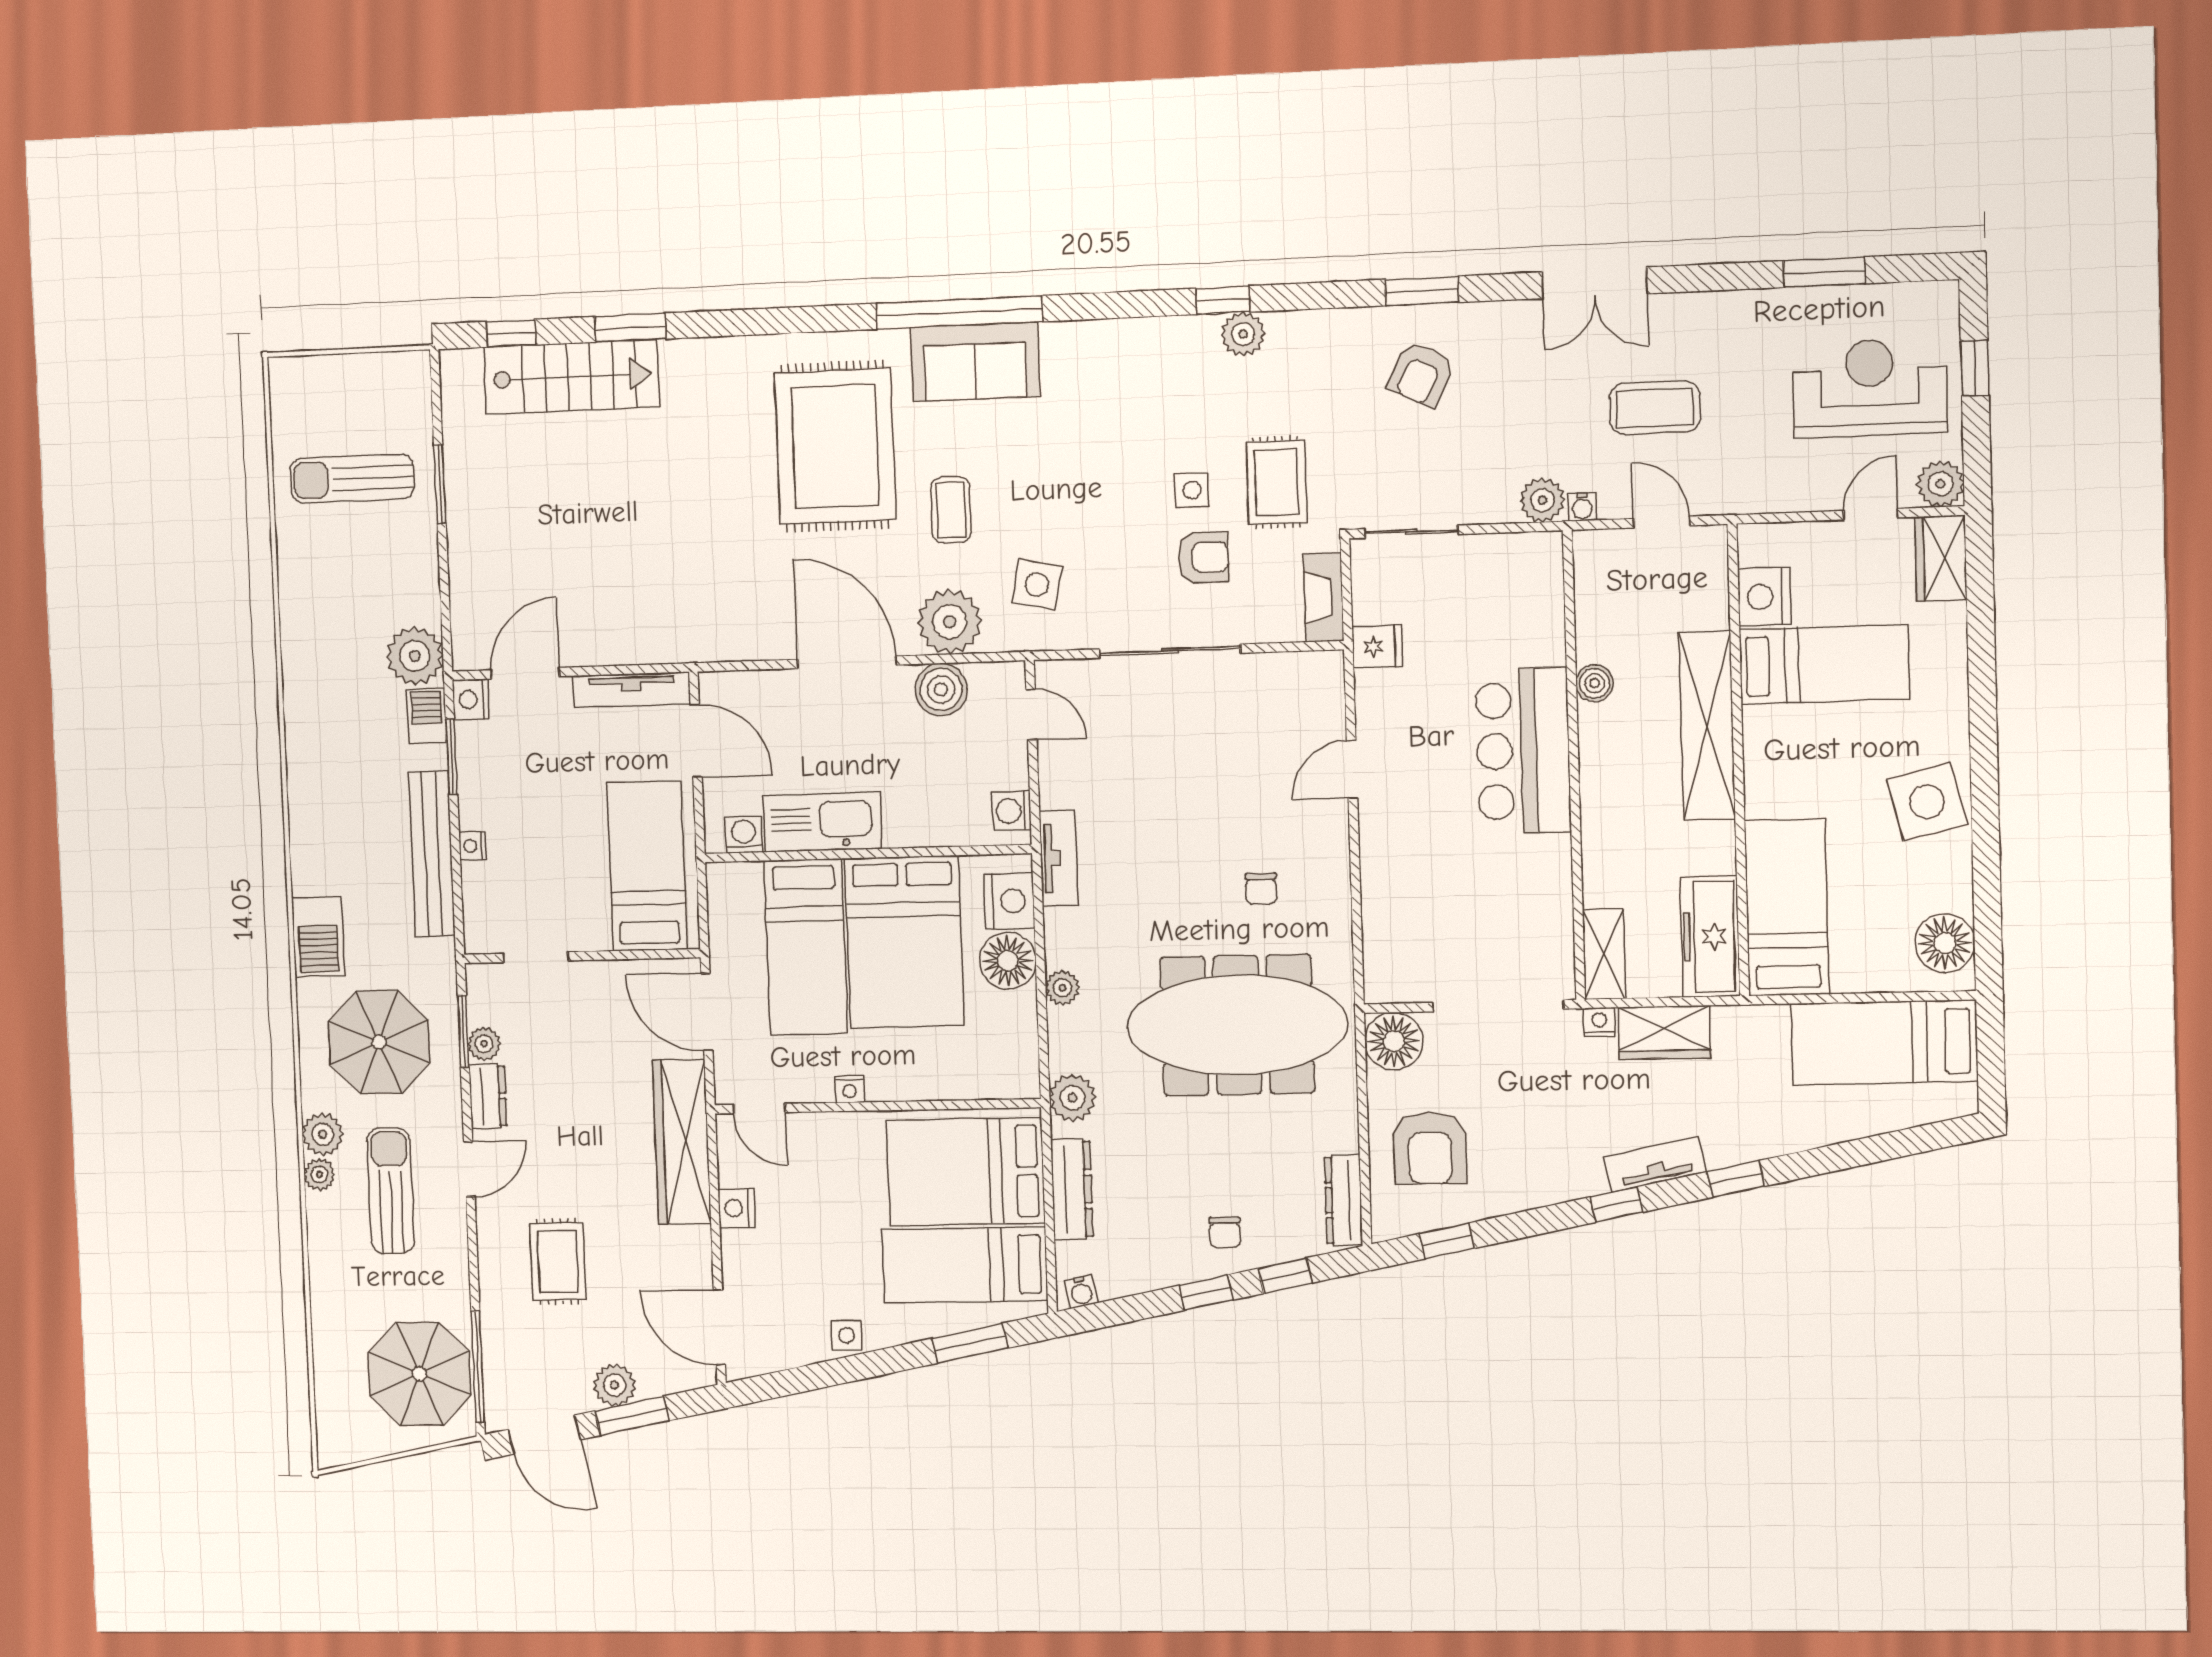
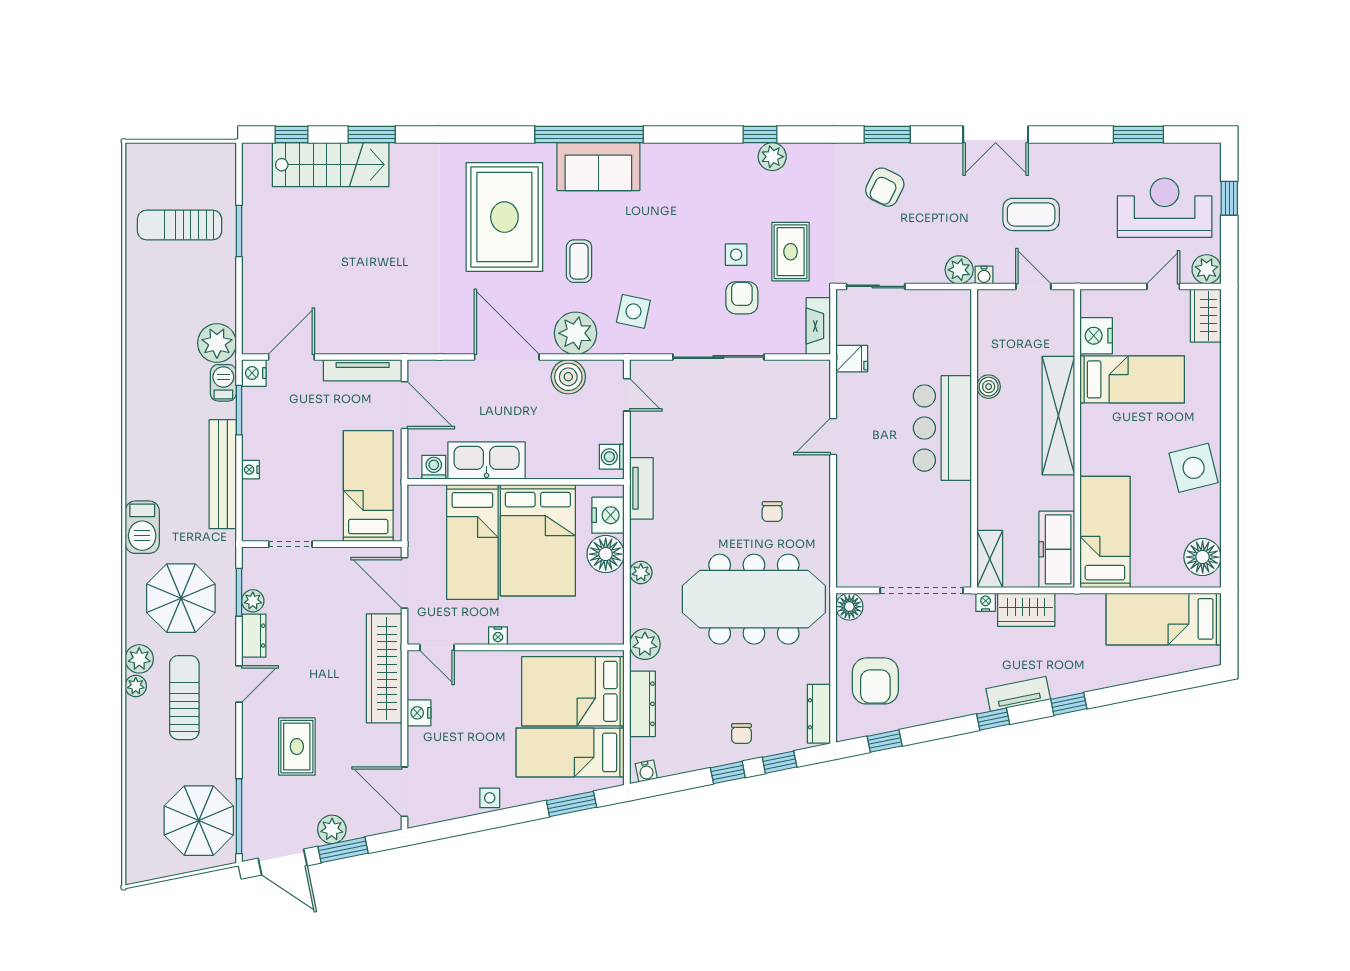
armchair: (1203, 557) -> (742, 298), turned -90
floor lamp: (1394, 1041) -> (849, 607), width x0.73, depth x0.73

